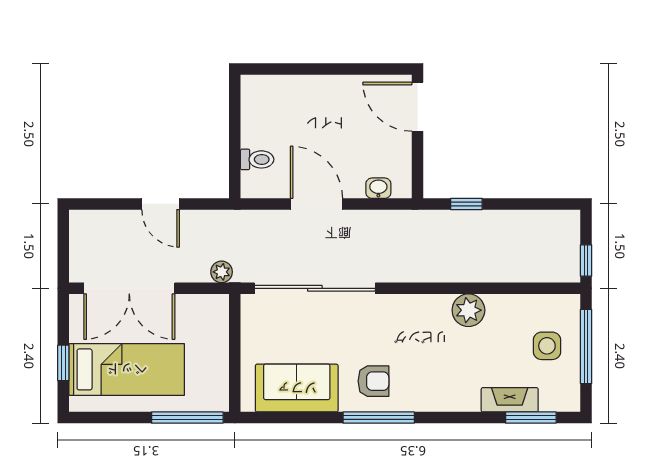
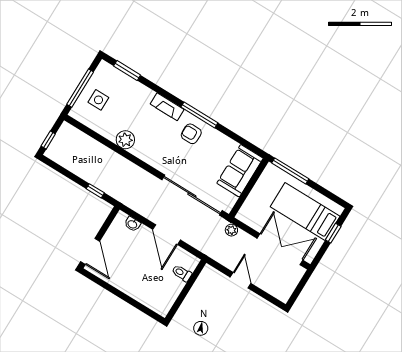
window: (586, 260) -> (48, 140), moved
sofa: (297, 388) -> (240, 171), moved, turned 90
fireplace: (510, 400) -> (167, 107), moved

